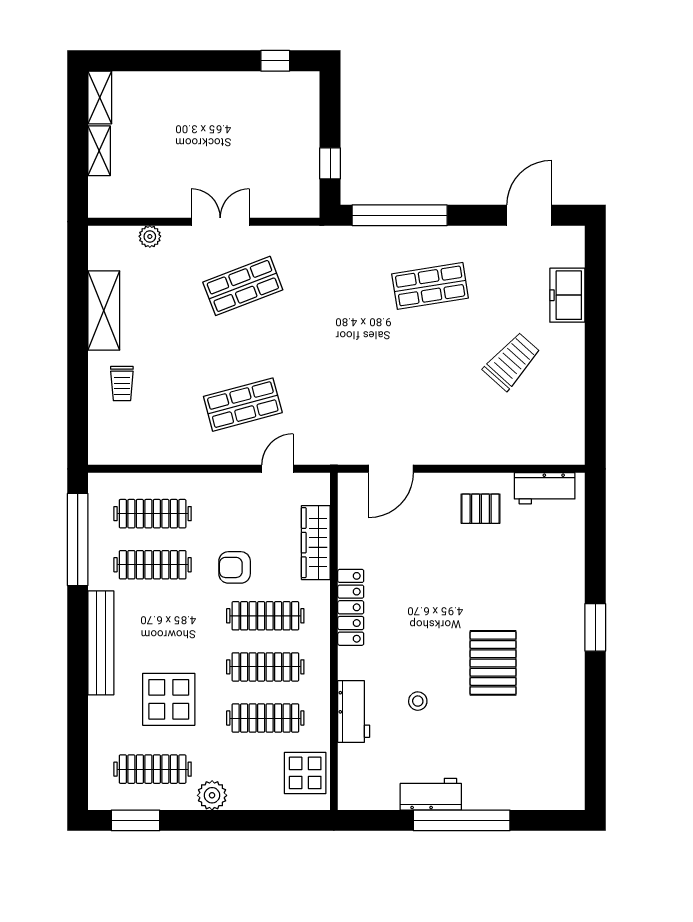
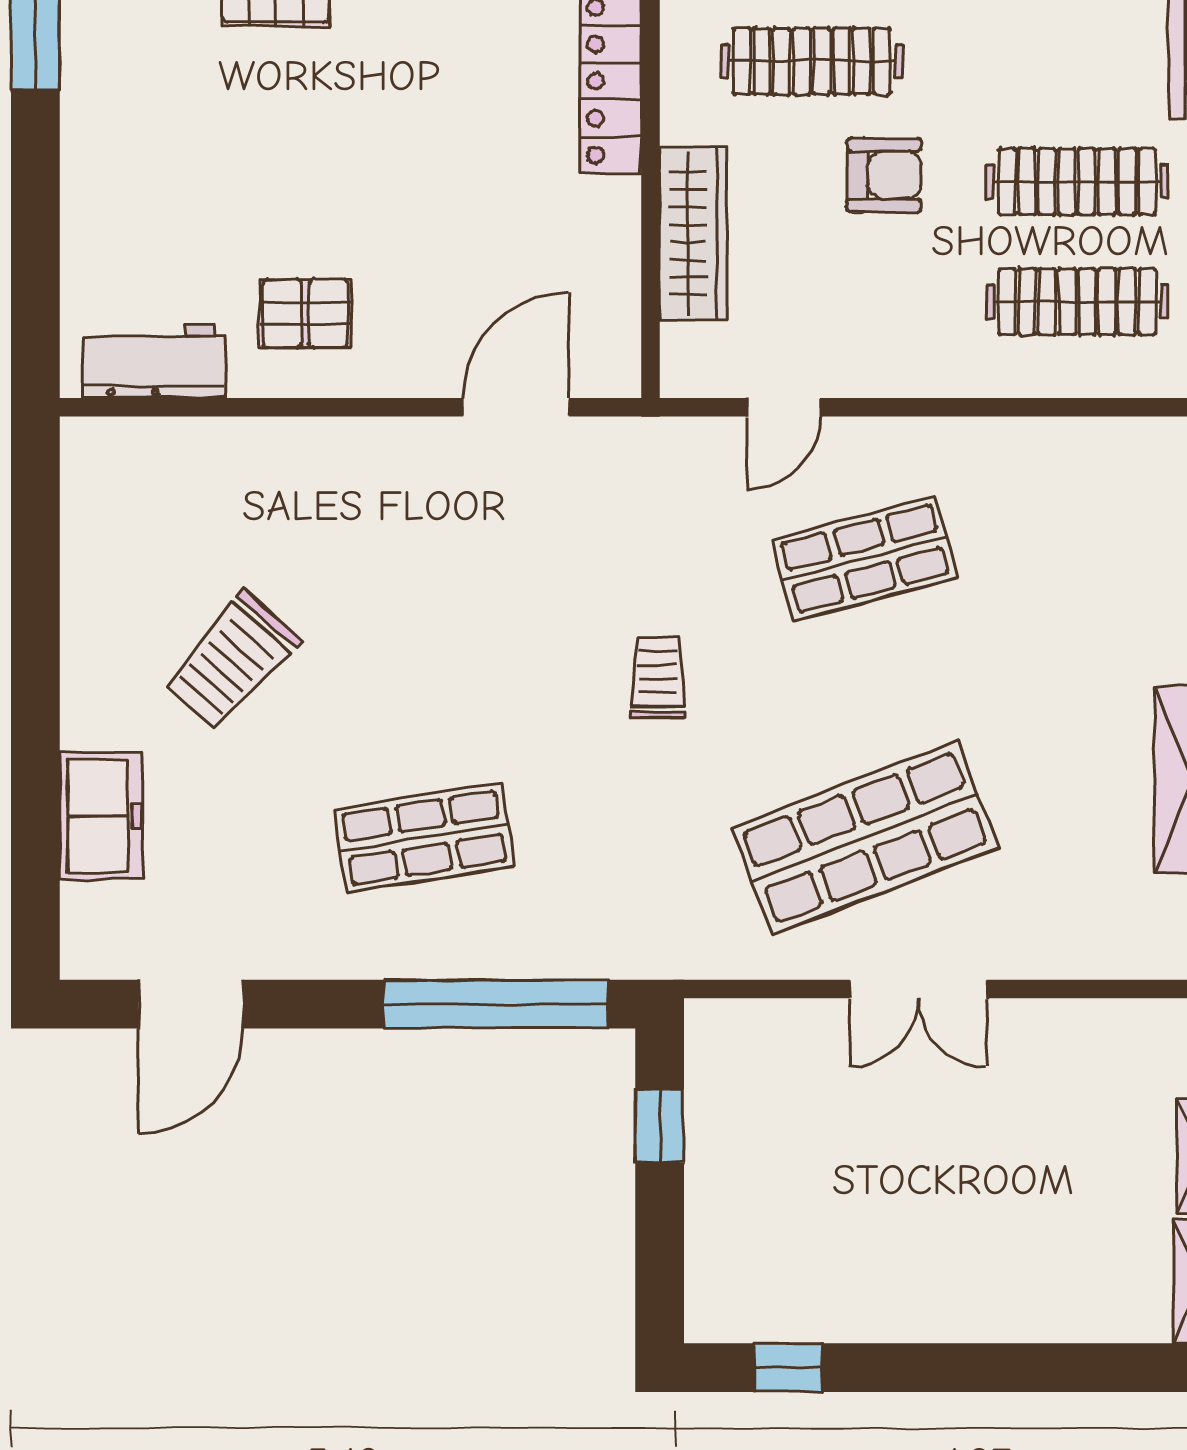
plant: (150, 236) -> (1084, 954), removed
shop shelf: (243, 286) -> (865, 838), width x1.43, depth x1.36
trolley: (122, 384) -> (658, 677), moved

